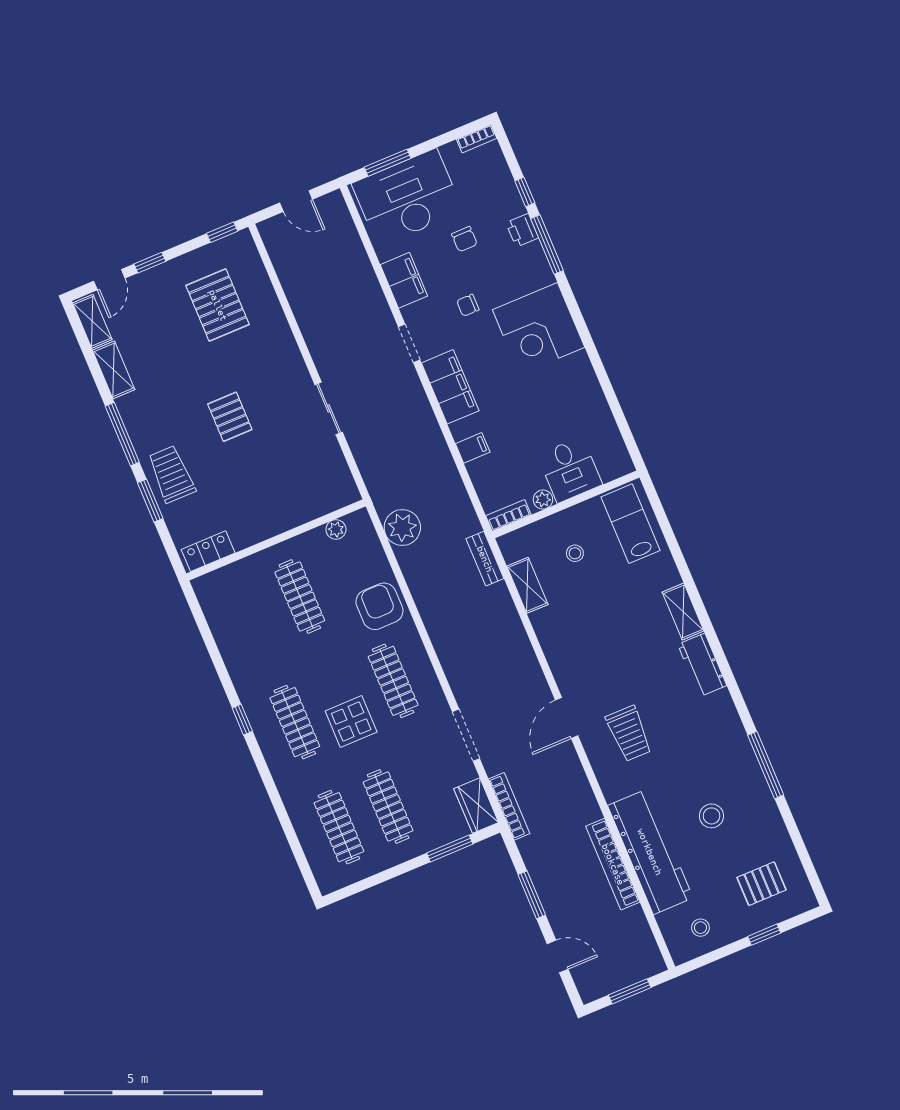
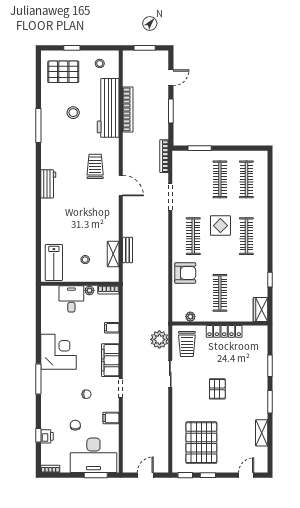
door: (296, 201) -> (145, 475), hinge flipped
printer: (522, 230) -> (47, 436), moved
window: (547, 245) -> (38, 379), moved
window: (150, 263) -> (208, 475), moved
filing cabinet: (404, 280) -> (111, 418), width x0.50
pallet: (218, 305) -> (201, 443), width x1.37, depth x1.41
shelving: (92, 321) -> (262, 459), removed
corner desk: (539, 329) -> (58, 352), moved
window: (122, 434) -> (270, 402), width x0.69
trolley: (172, 474) -> (187, 344), moved
plant: (402, 528) -> (159, 339), moved
locker: (208, 551) -> (224, 331), moved, width x1.53
bench: (485, 559) -> (128, 250), moved
armchair: (379, 606) -> (185, 273), turned -90
shelving: (683, 612) -> (47, 212), removed
door: (567, 718) -> (121, 186), hinge flipped
window: (242, 720) -> (270, 280), moved
wardrobe: (476, 806) -> (261, 309), moved, turned 180
pallet: (762, 884) -> (63, 72), width x1.50, depth x1.42
door: (558, 956) -> (171, 78), swing flipped

